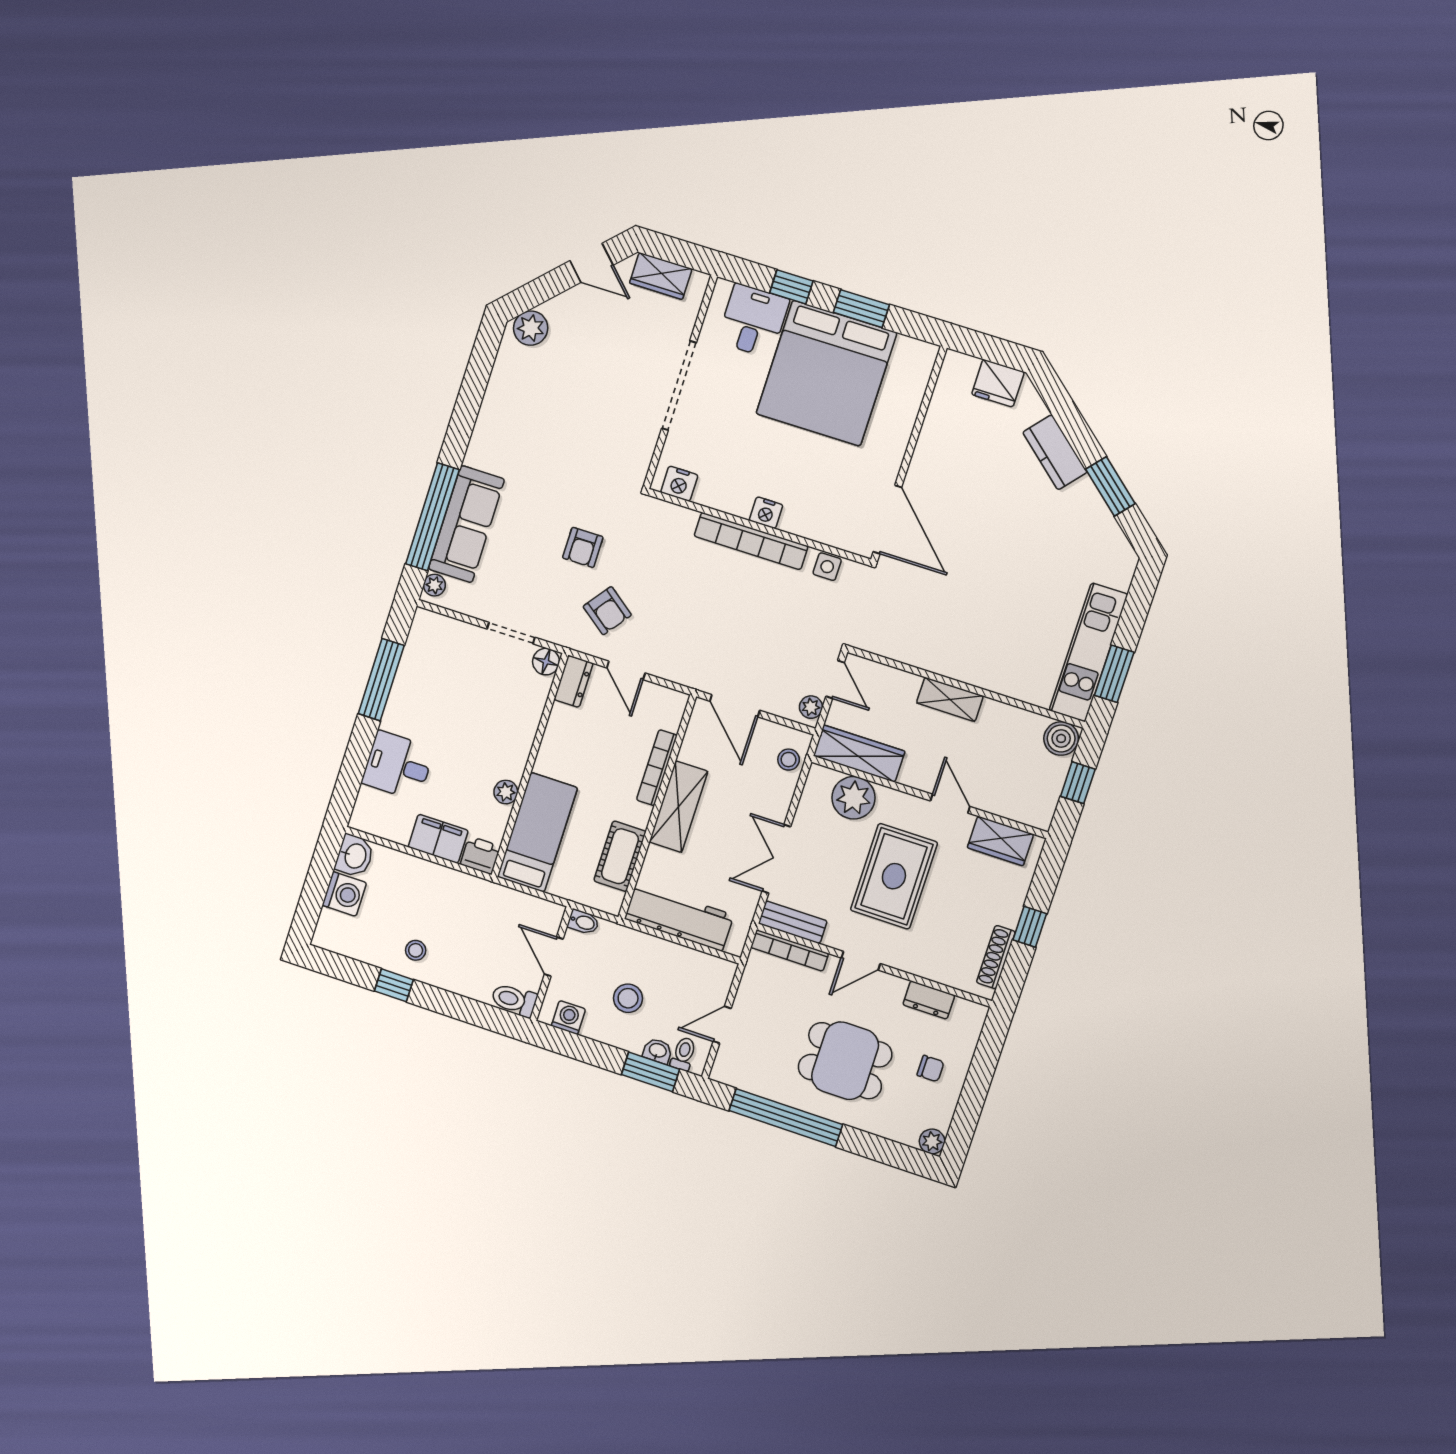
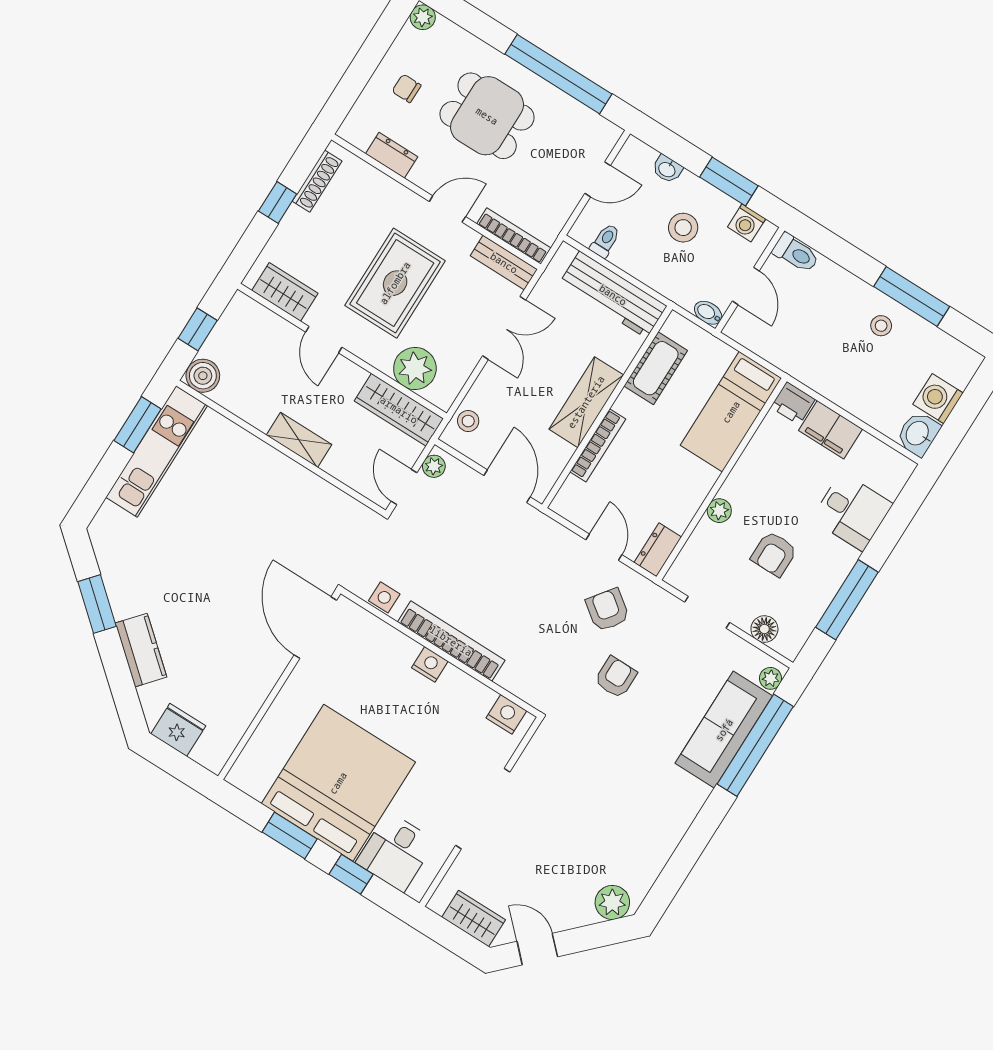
floor lamp: (546, 662) -> (764, 629), moved
armchair: (462, 706) -> (774, 554), added
plant: (506, 792) -> (719, 511), moved
window: (394, 985) -> (912, 297), width x2.17
toilet: (683, 1054) -> (605, 241), moved, turned 180
window: (651, 1072) -> (729, 181), moved

